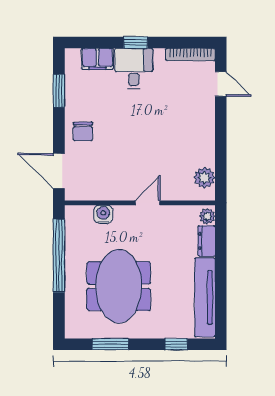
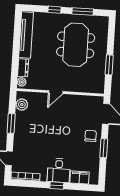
window: (59, 91) -> (104, 148), moved
window: (221, 144) -> (11, 123), added
water cooler: (103, 214) -> (82, 87), removed
window: (59, 256) -> (109, 65), width x0.47
window: (176, 344) -> (55, 10), moved

